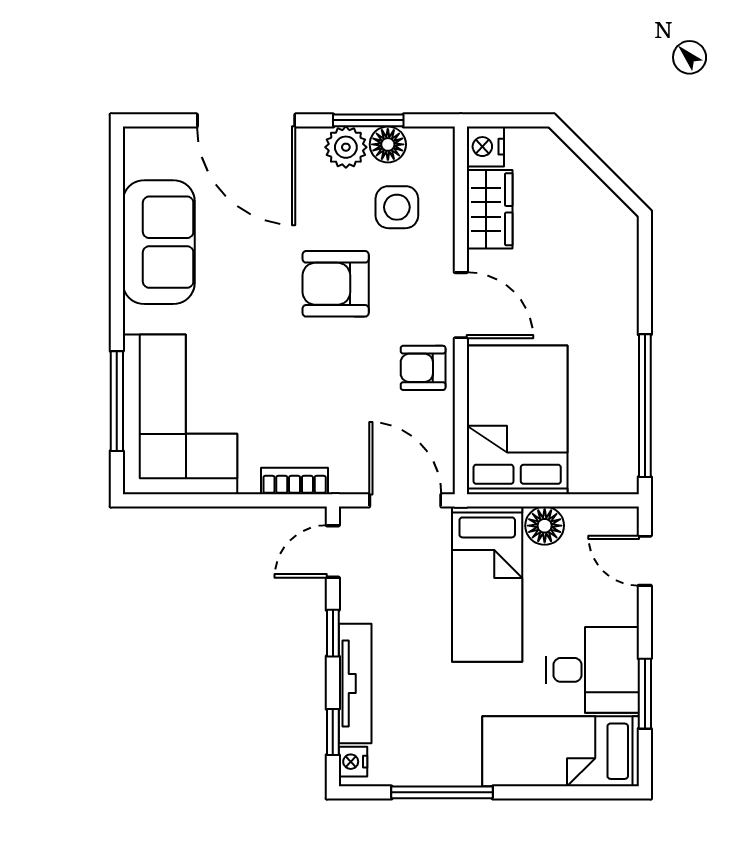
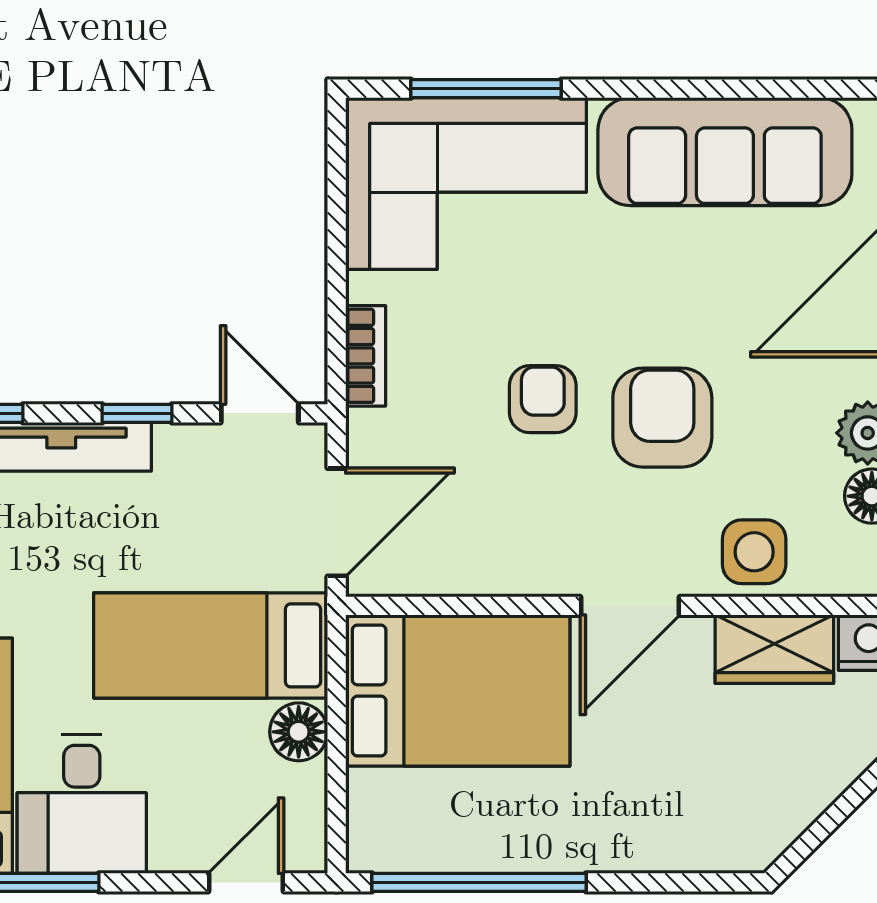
side table: (397, 207) -> (754, 552), moved
sofa: (159, 242) -> (725, 152), width x1.36
armchair: (423, 368) -> (543, 399), moved

